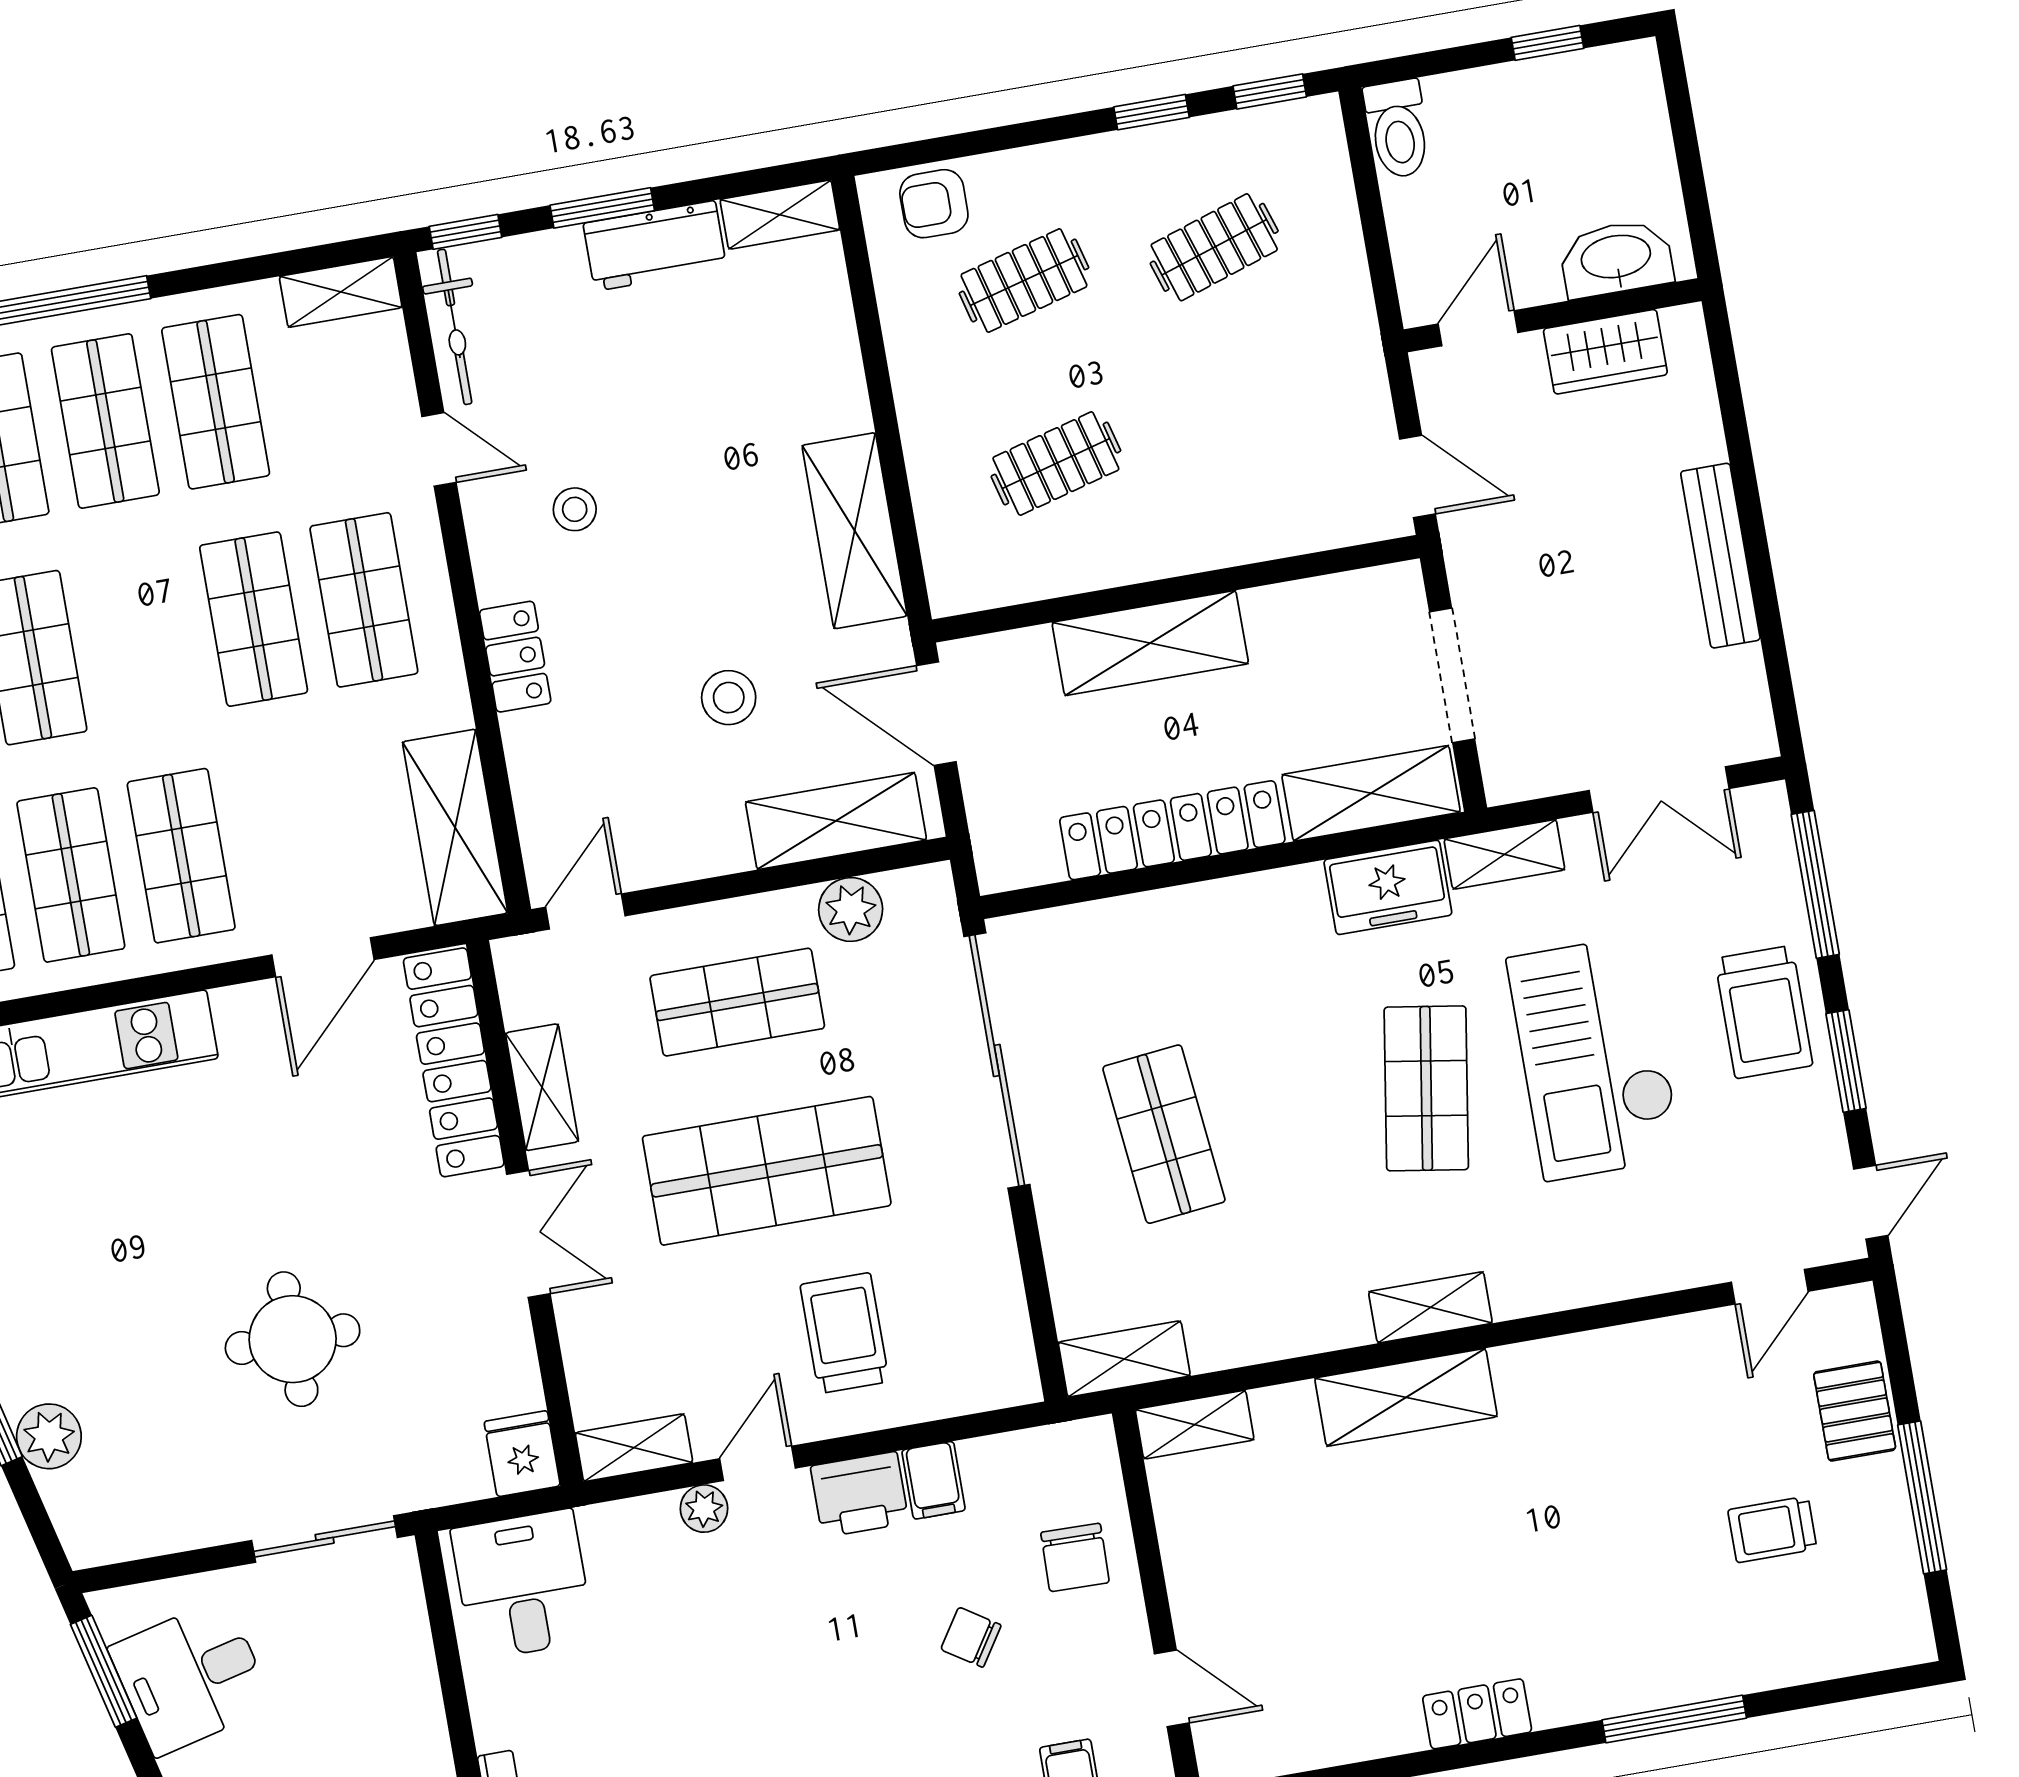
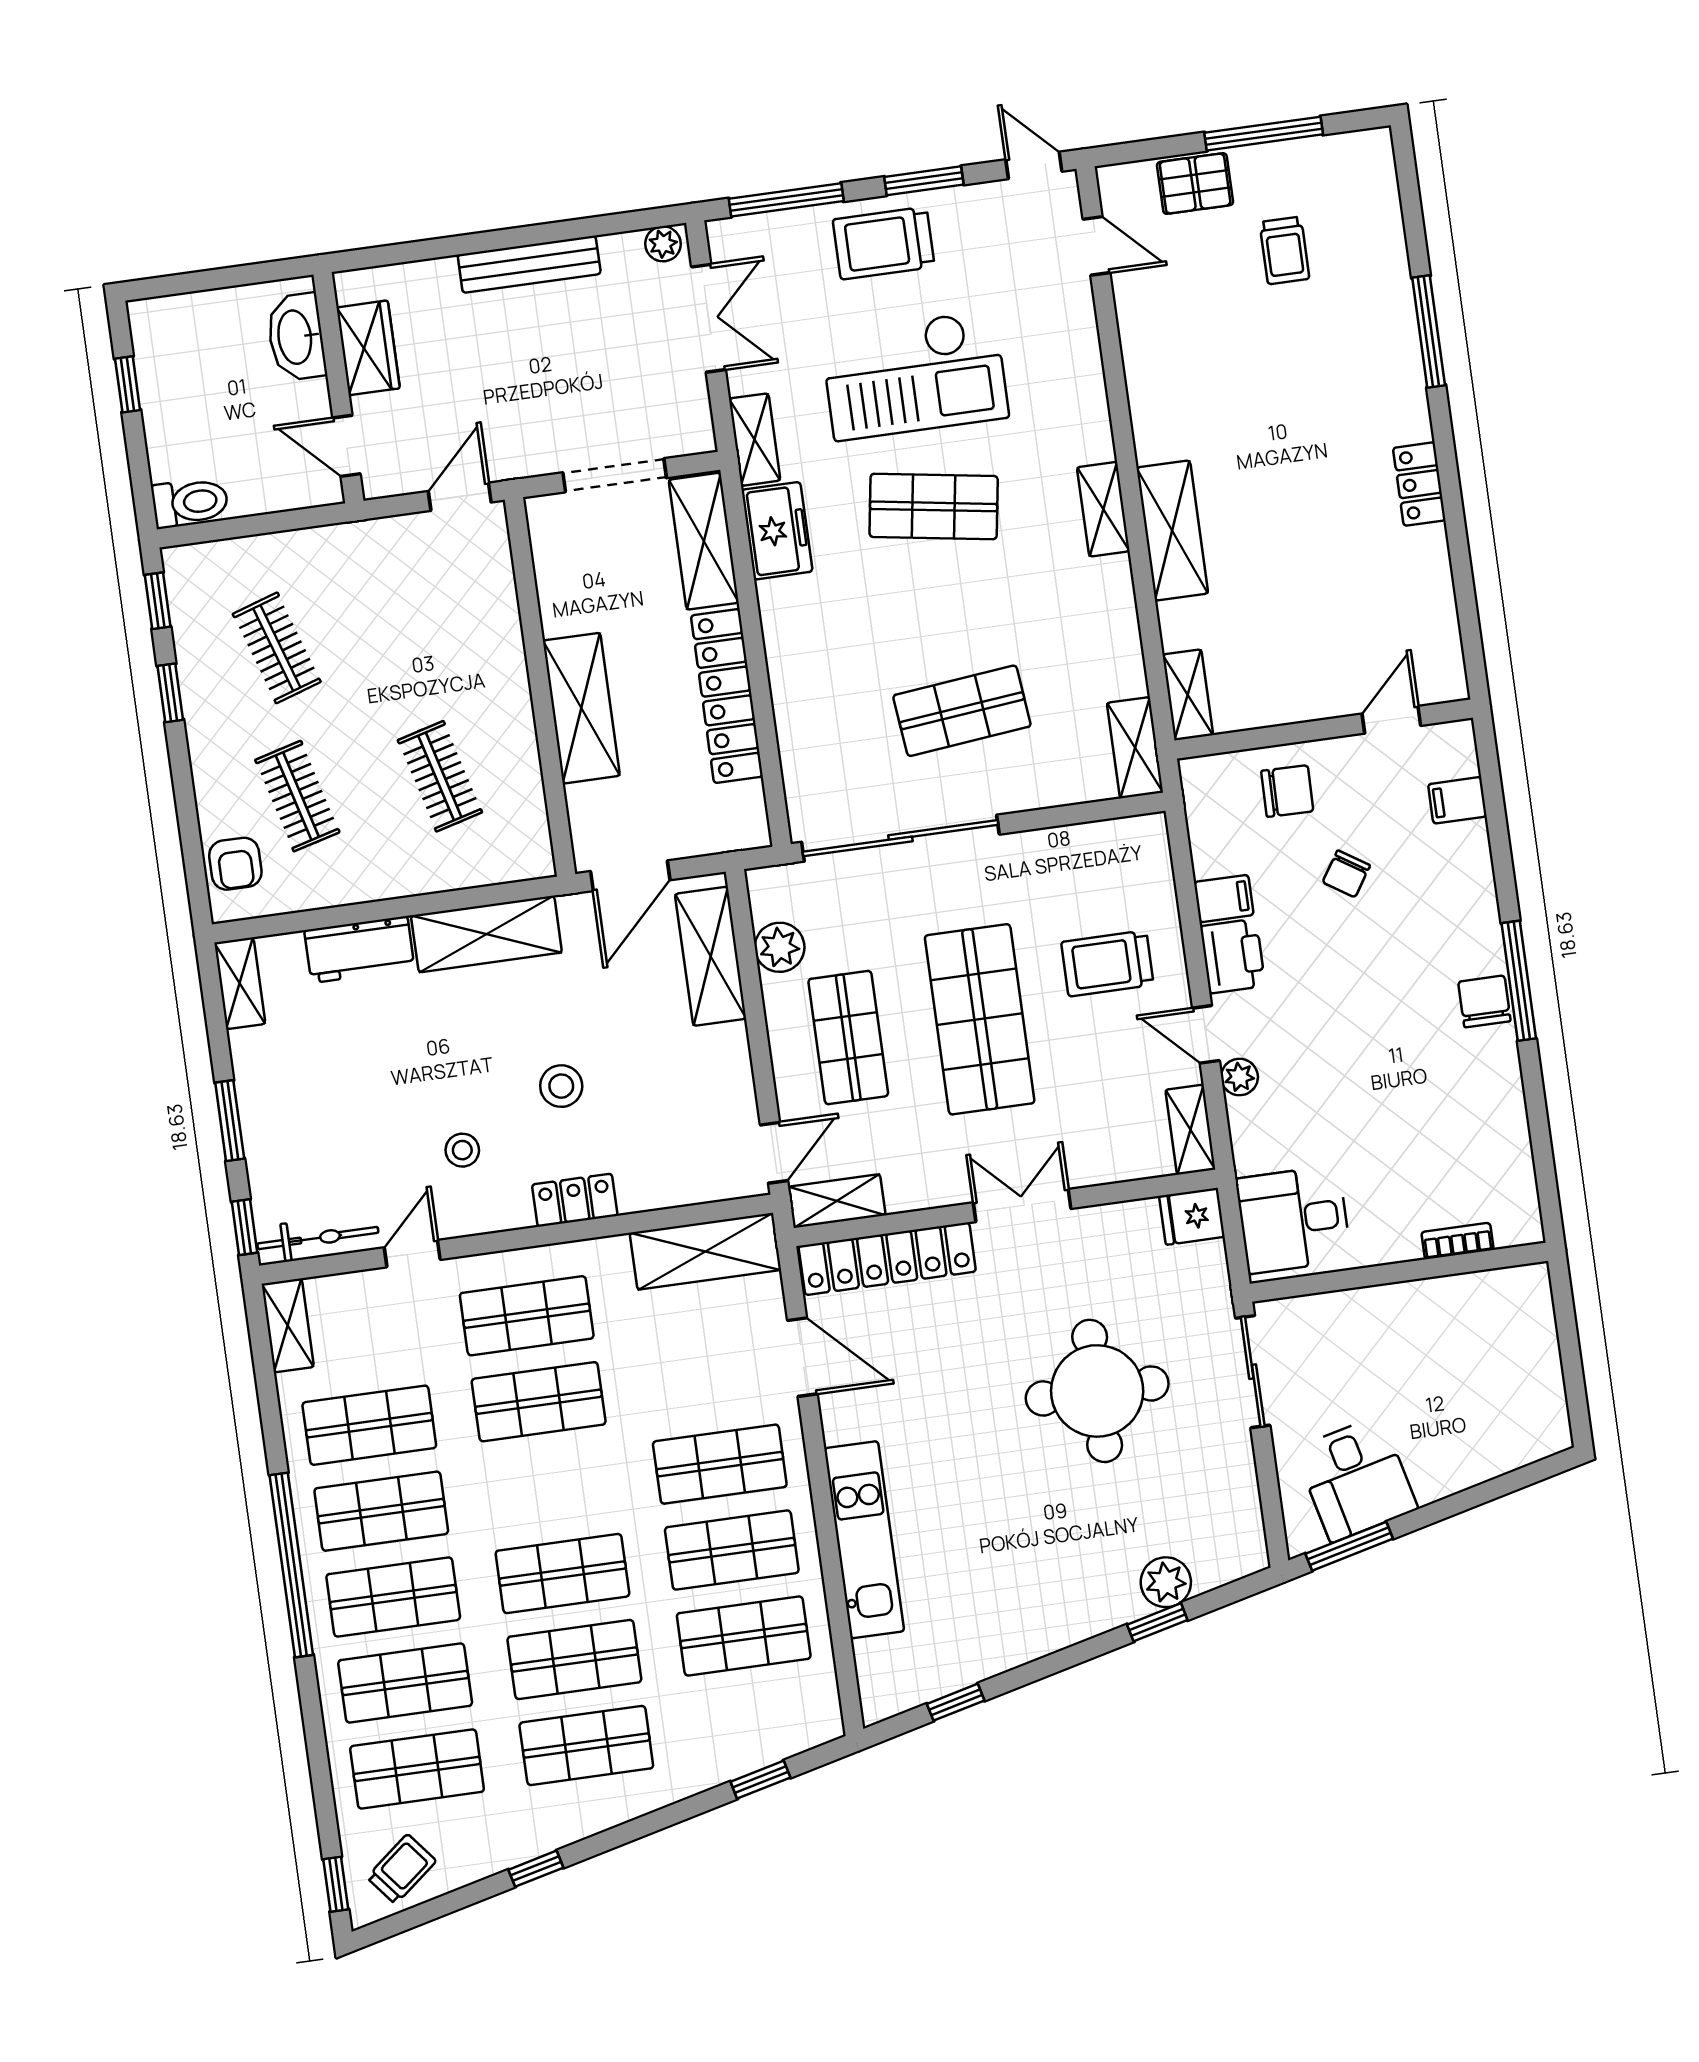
workbench: (655, 246) -> (359, 950), moved, turned 90
stool: (729, 698) -> (561, 1086), moved
plant: (1753, 727) -> (663, 244), added
door: (585, 912) -> (774, 1153), swing flipped
trolley: (1764, 1012) -> (884, 243), turned 180
shelving: (542, 1087) -> (837, 1201), moved
round table: (293, 1339) -> (1097, 1391), width x1.36, depth x1.36

